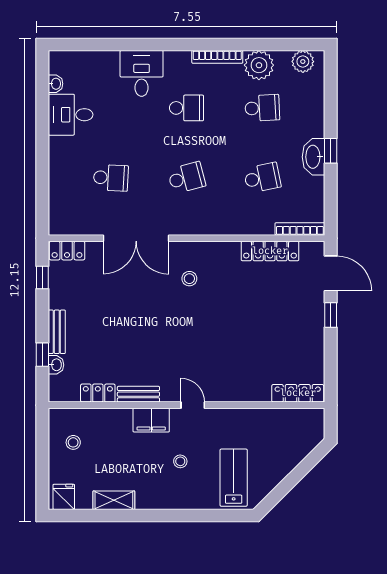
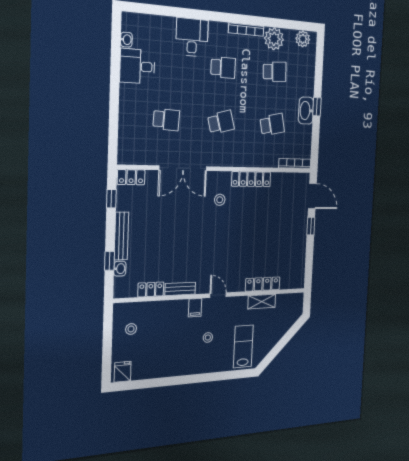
locker: (270, 251) -> (251, 179), moved
bench: (57, 332) -> (121, 236), width x1.36
locker: (298, 393) -> (263, 284), moved
filing cabinet: (151, 420) -> (195, 308), width x0.50
shelving: (114, 500) -> (262, 302), moved

